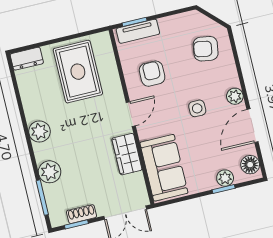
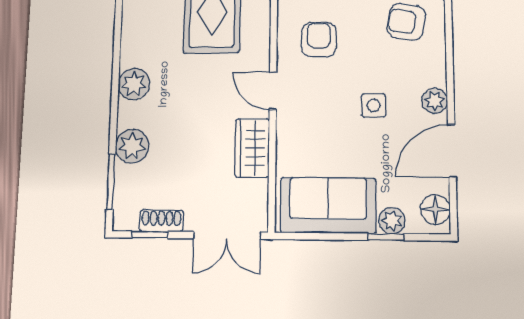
door: (131, 114) -> (273, 91), swing flipped
sofa: (164, 168) -> (328, 205), moved, turned -90

